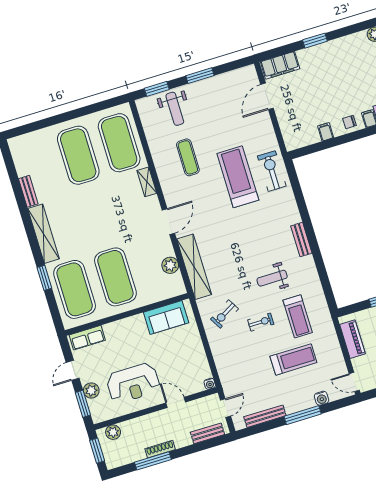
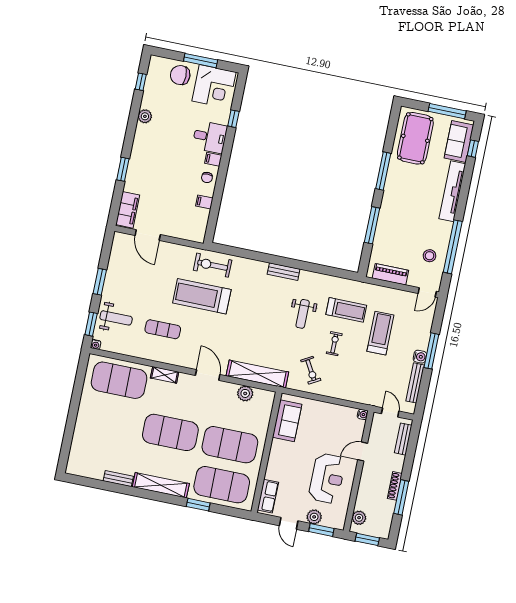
water cooler: (140, 103) -> (96, 344), added
exercise mat: (78, 155) -> (170, 432), moved
water cooler: (322, 398) -> (420, 357), moved

